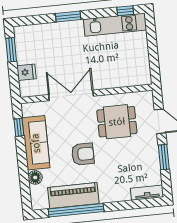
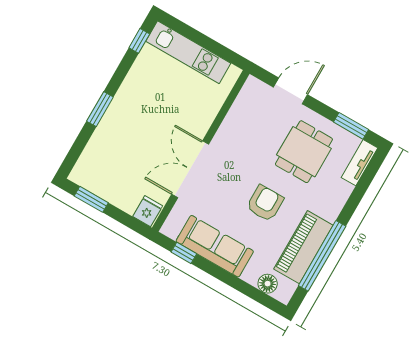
kitchen unit: (115, 25) -> (188, 52), moved, turned 90
fridge: (27, 72) -> (148, 211), moved
dining table: (117, 122) -> (304, 152), moved
window: (164, 157) -> (351, 126), moved
floor lamp: (35, 177) -> (268, 284), moved

